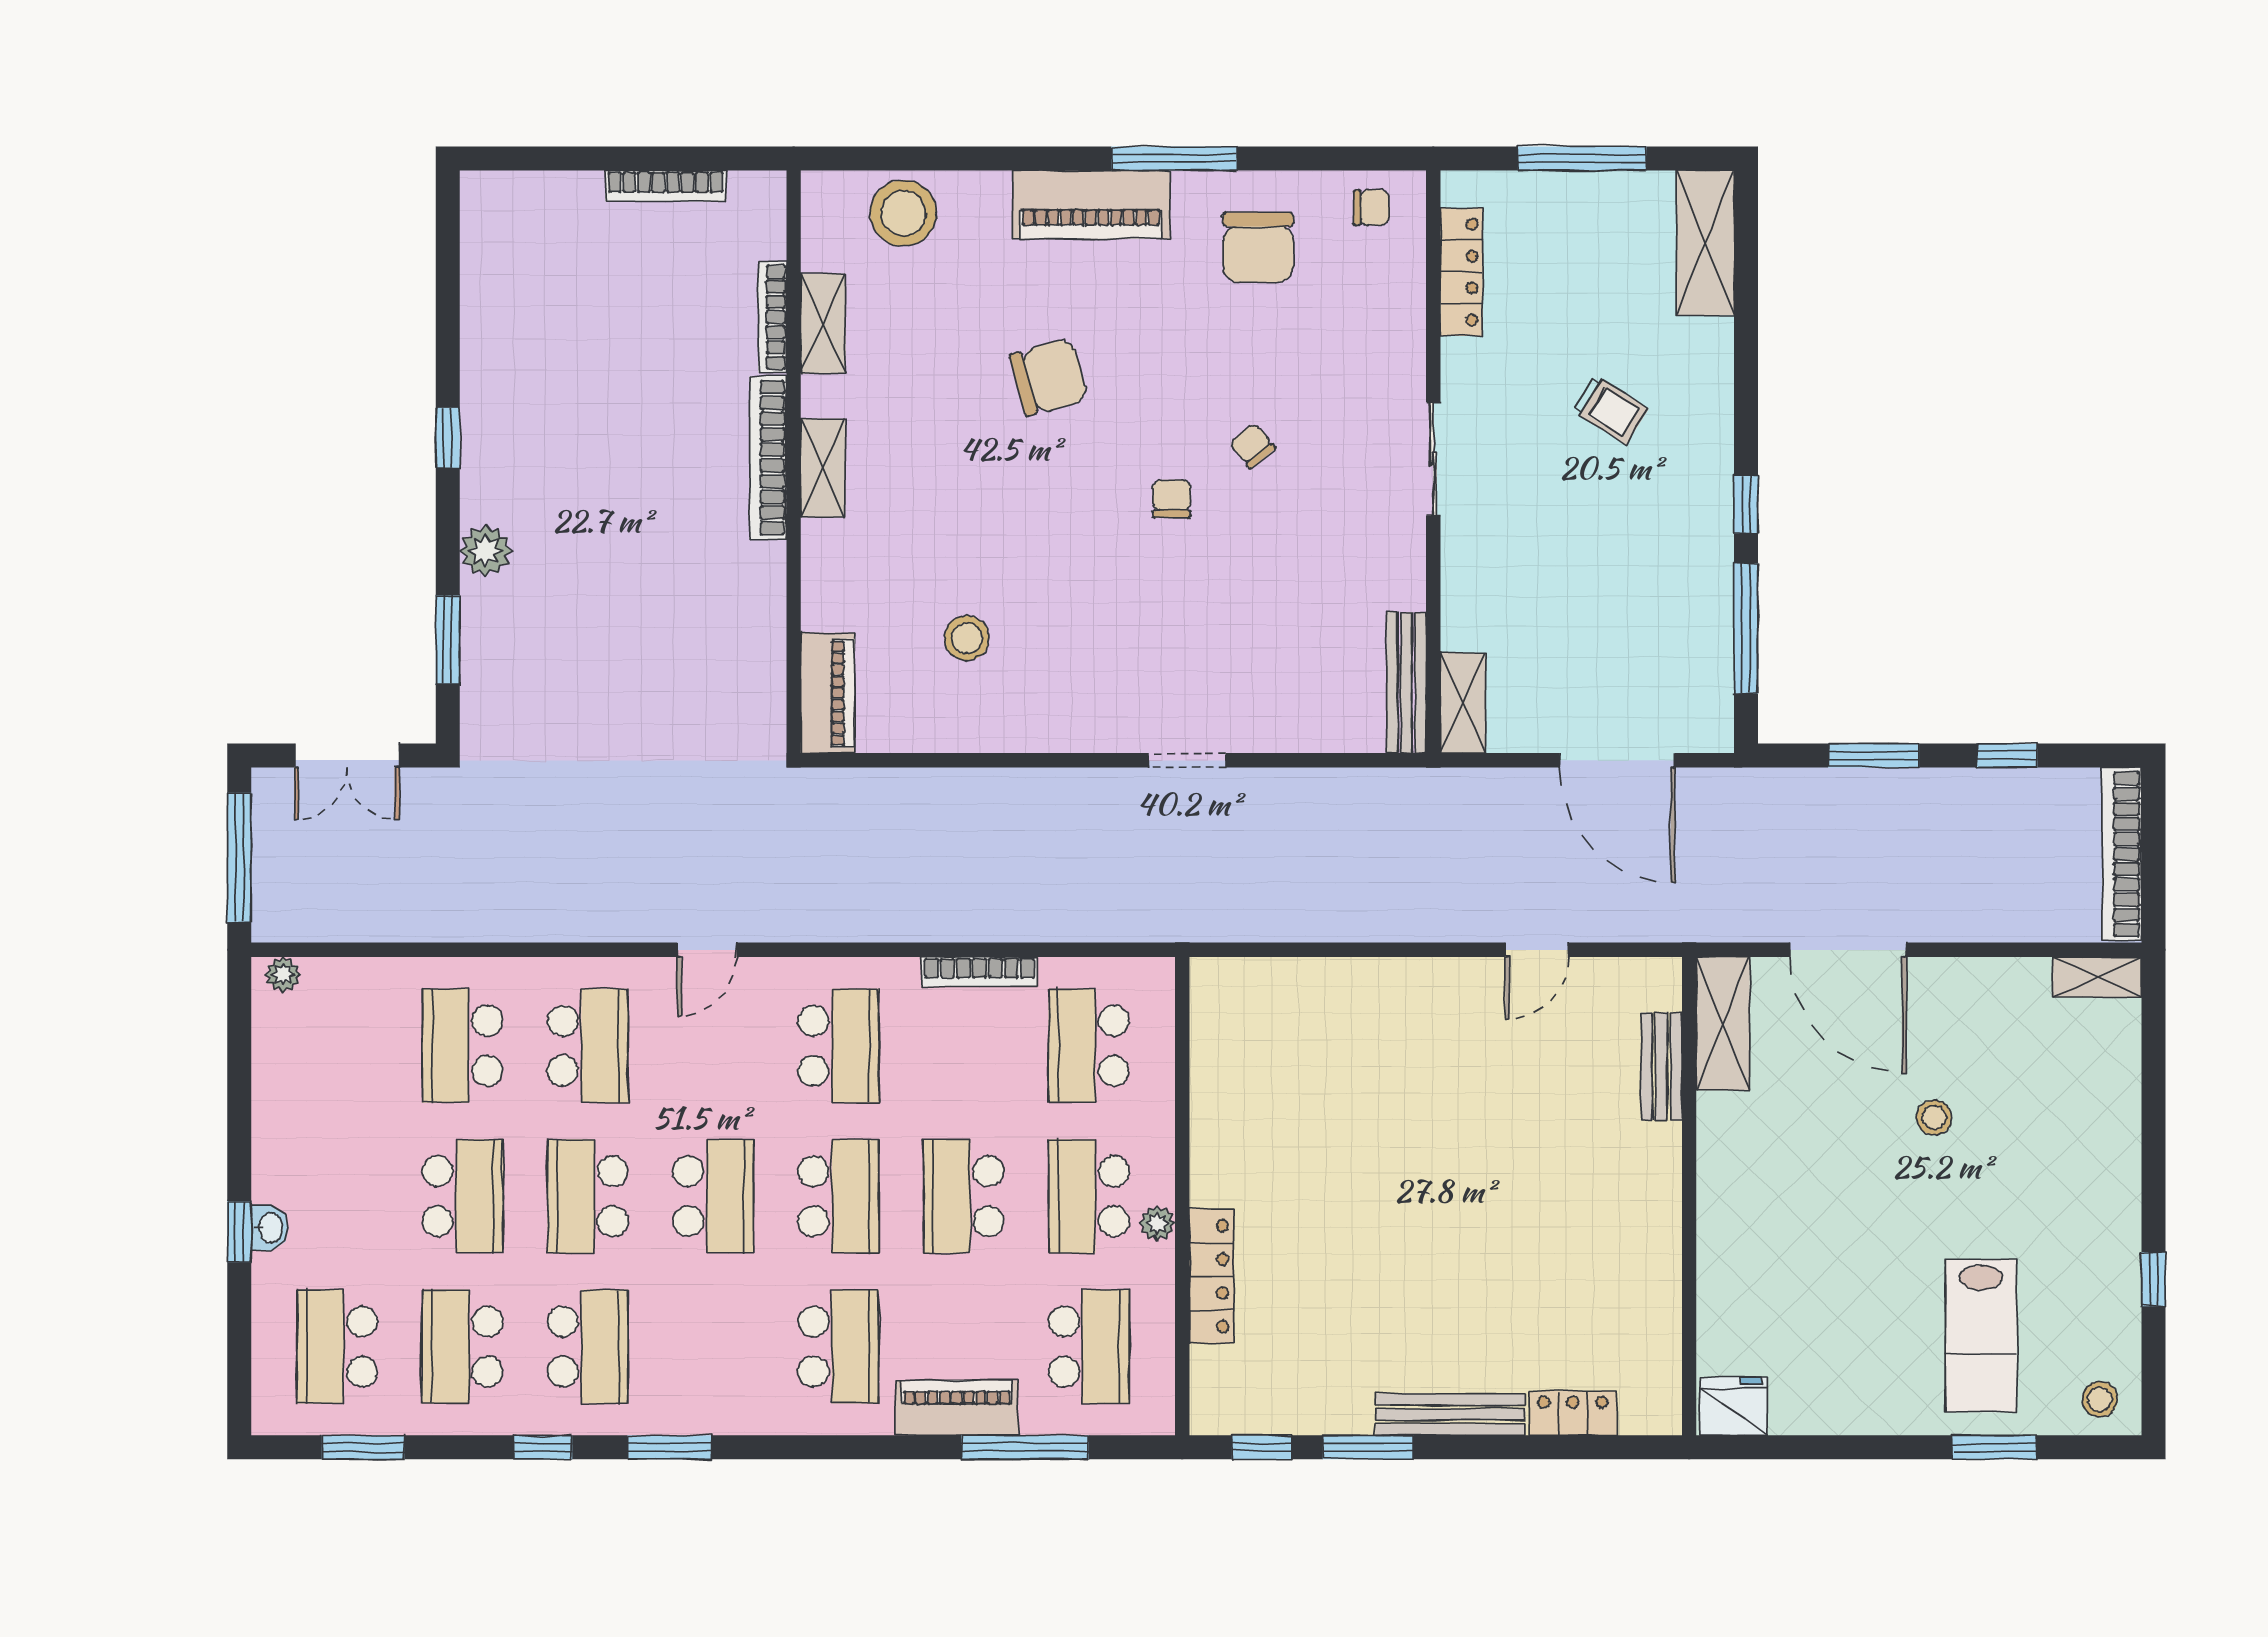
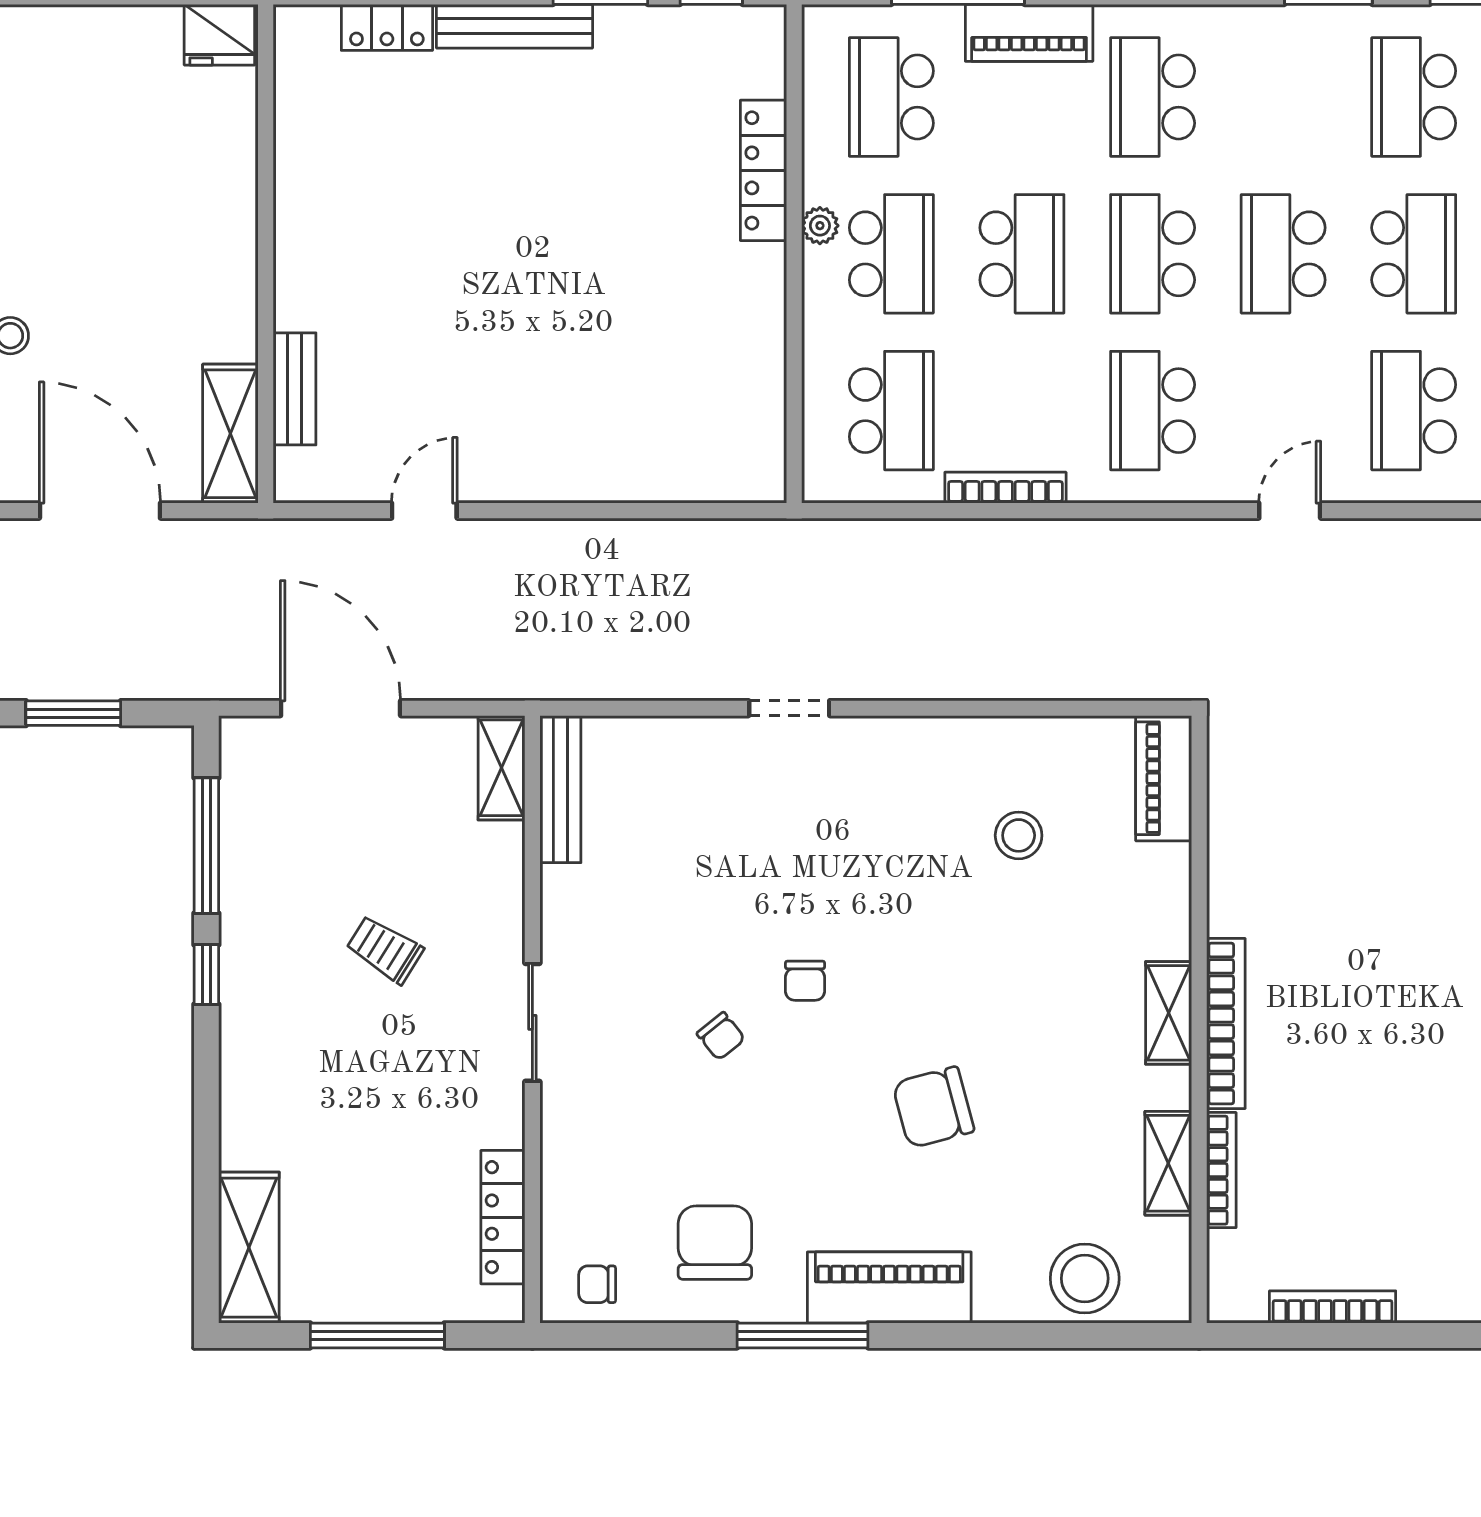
trolley: (1610, 410) -> (385, 949), moved

